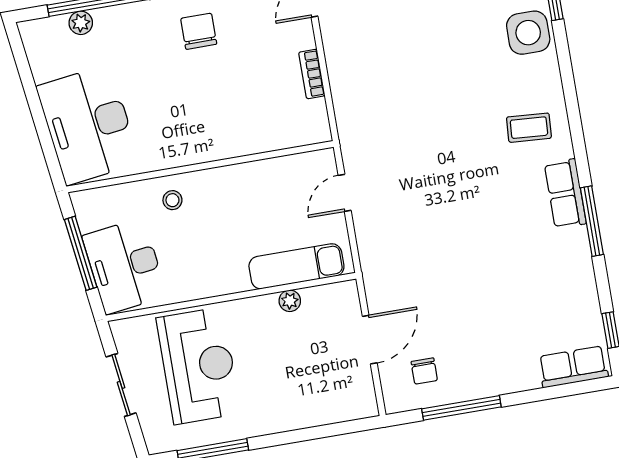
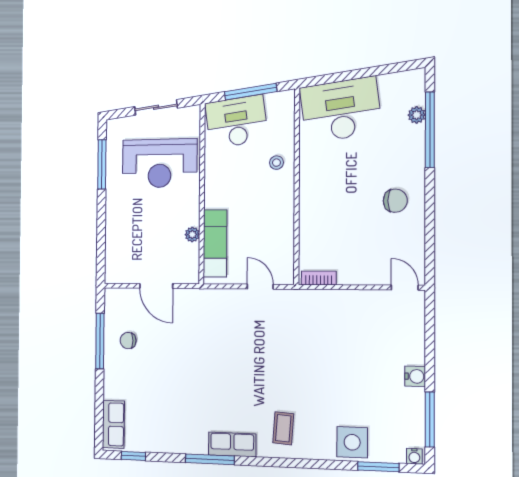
bookcase: (312, 74) -> (319, 278), moved
chair: (424, 371) -> (128, 341), moved

